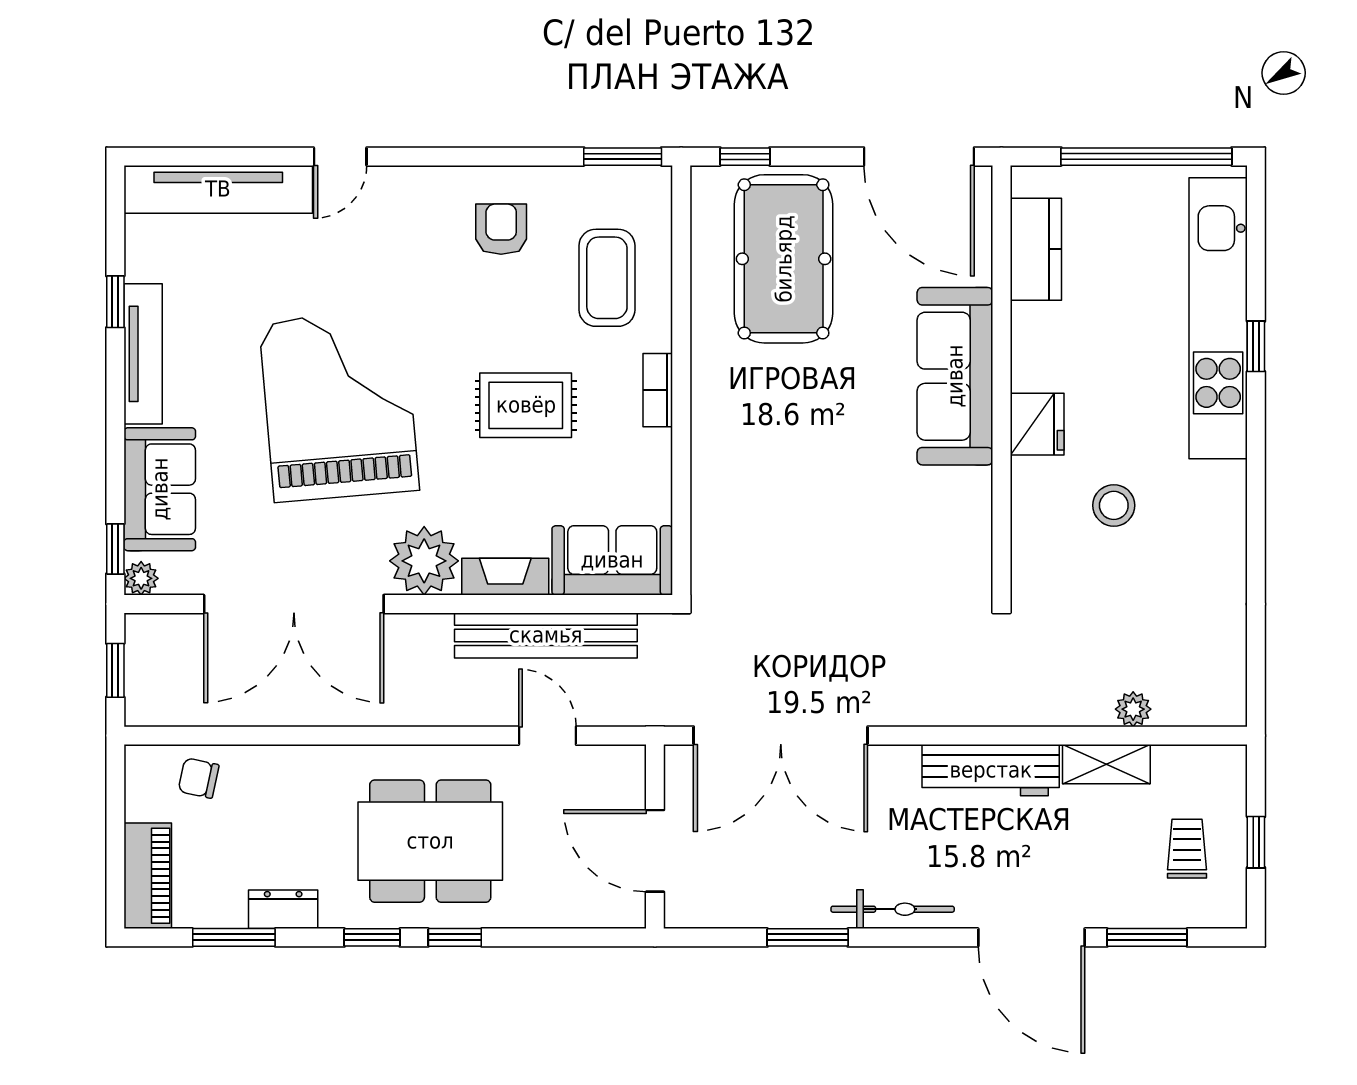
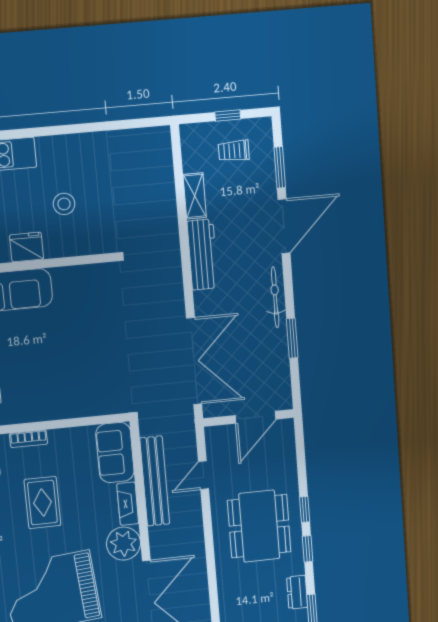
plant: (1133, 709) -> (166, 185), removed

